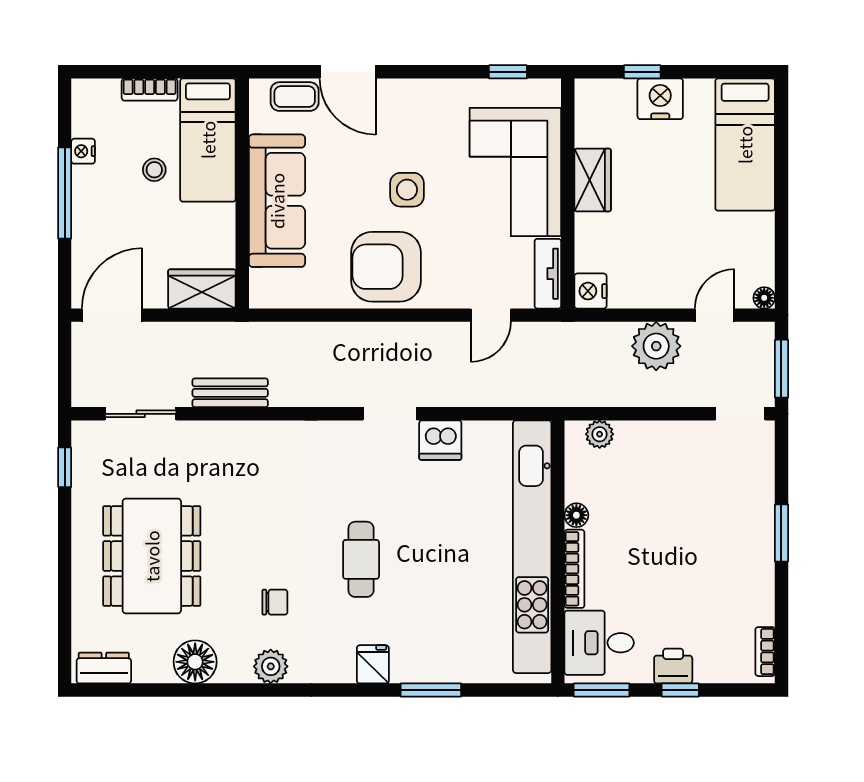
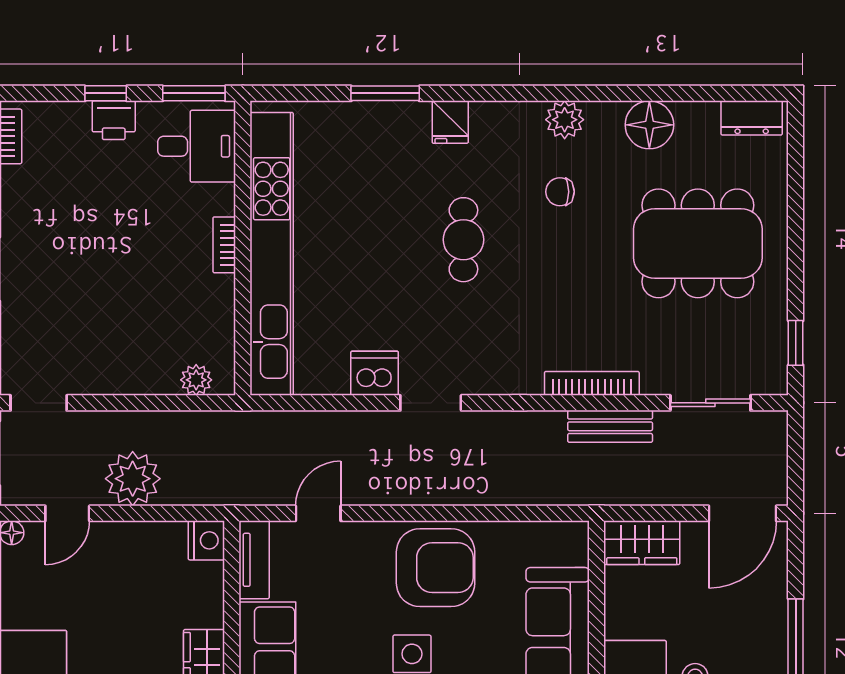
bookcase: (246, 431) -> (592, 383), added
floor lamp: (576, 515) -> (222, 289), removed
dining table: (152, 556) -> (698, 243), turned 90
bookcase: (574, 569) -> (224, 245), width x0.64

